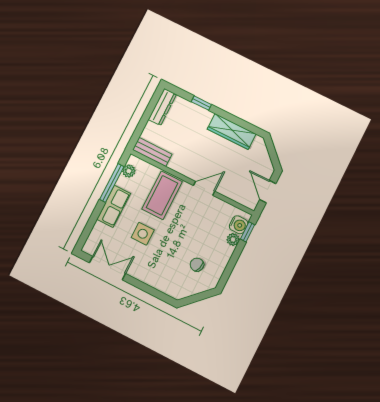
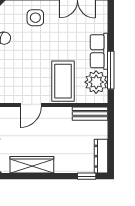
window: (201, 103) -> (87, 176), moved
plant: (129, 171) -> (96, 82), width x1.88, depth x1.88
side table: (143, 234) -> (35, 18), moved

